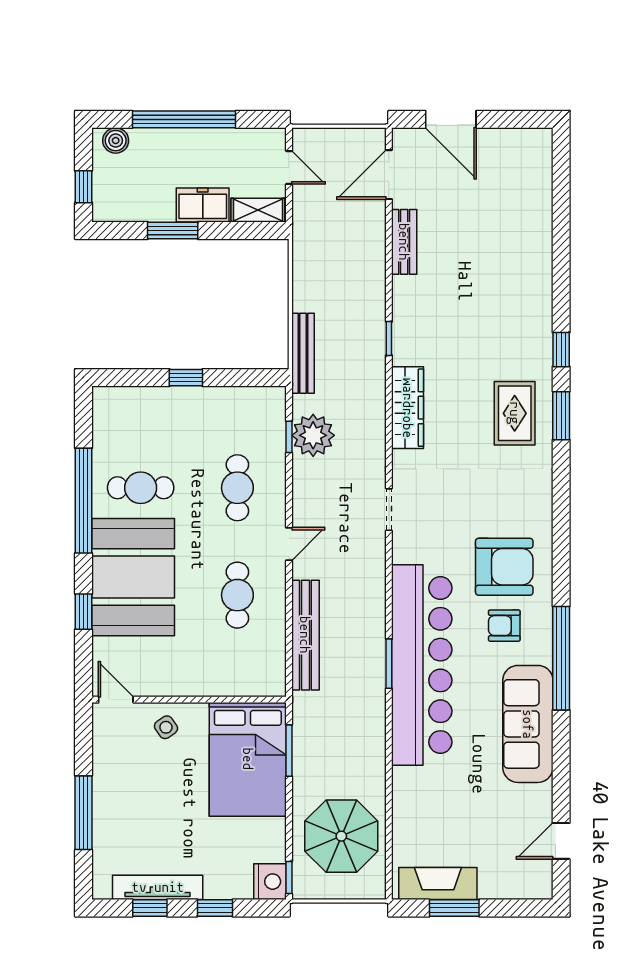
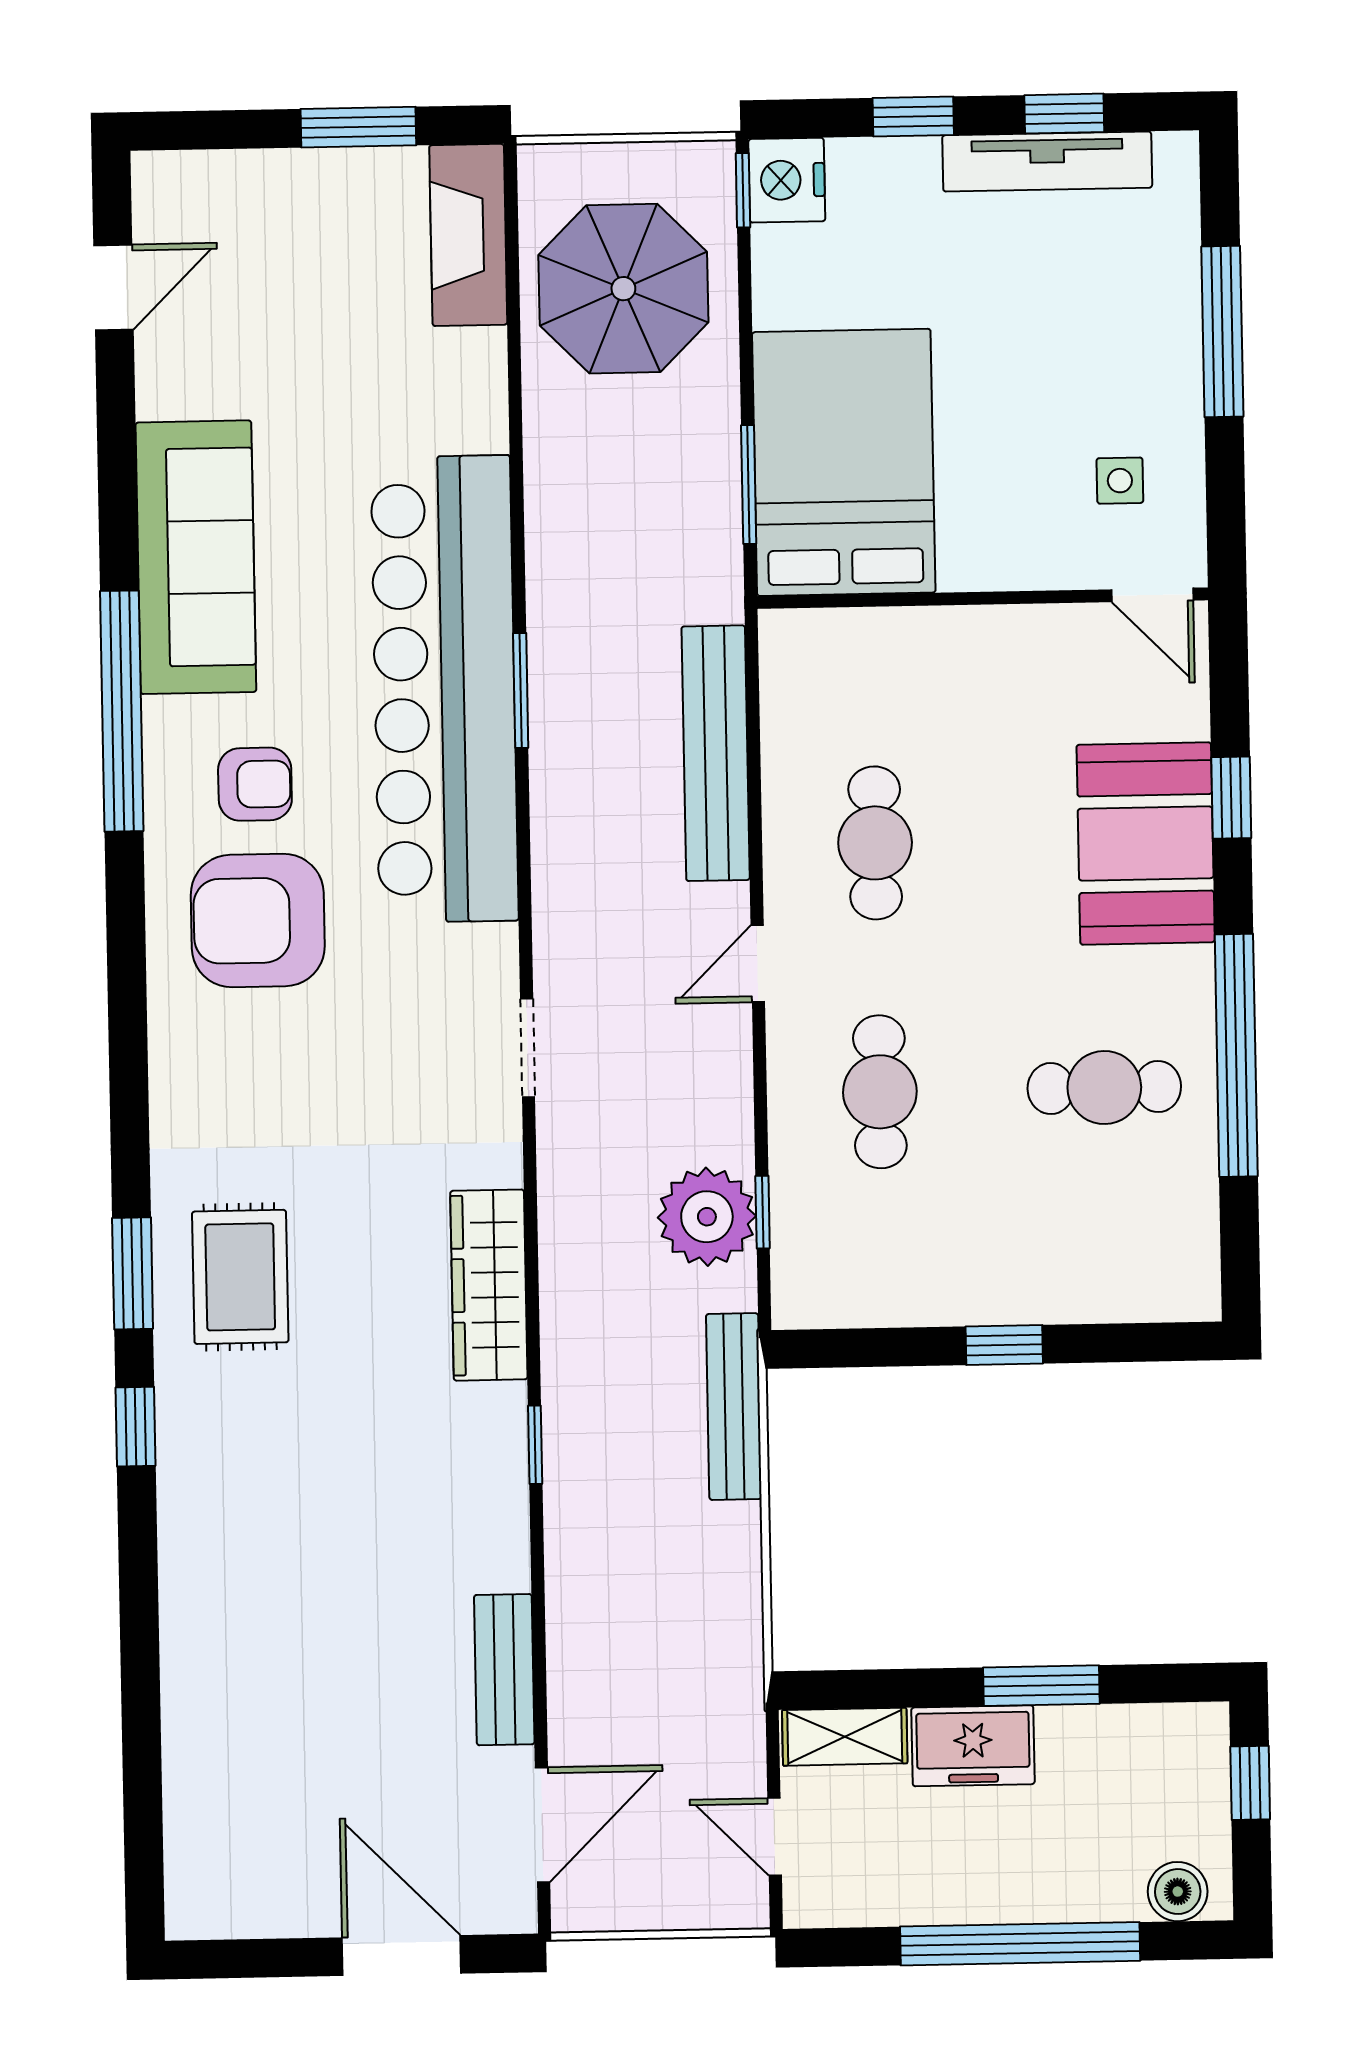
booth: (133, 577) -> (1146, 843), width x0.73, depth x0.70
side table: (166, 727) -> (1120, 481), moved, turned 35
fireplace: (438, 884) -> (468, 235), moved, turned 90

